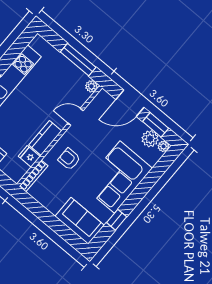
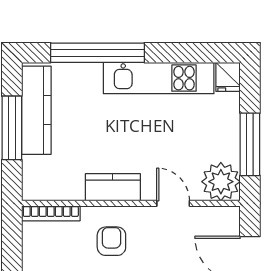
plant: (91, 86) -> (221, 182), width x1.88, depth x1.88
fridge: (29, 156) -> (228, 77), moved, turned 180

